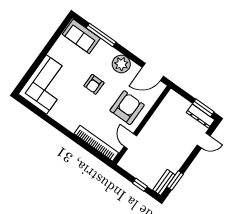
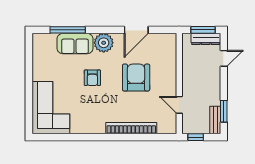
sofa: (81, 36) -> (75, 44), moved
wall: (142, 125) -> (179, 83), moved
door: (130, 141) -> (179, 105), moved

